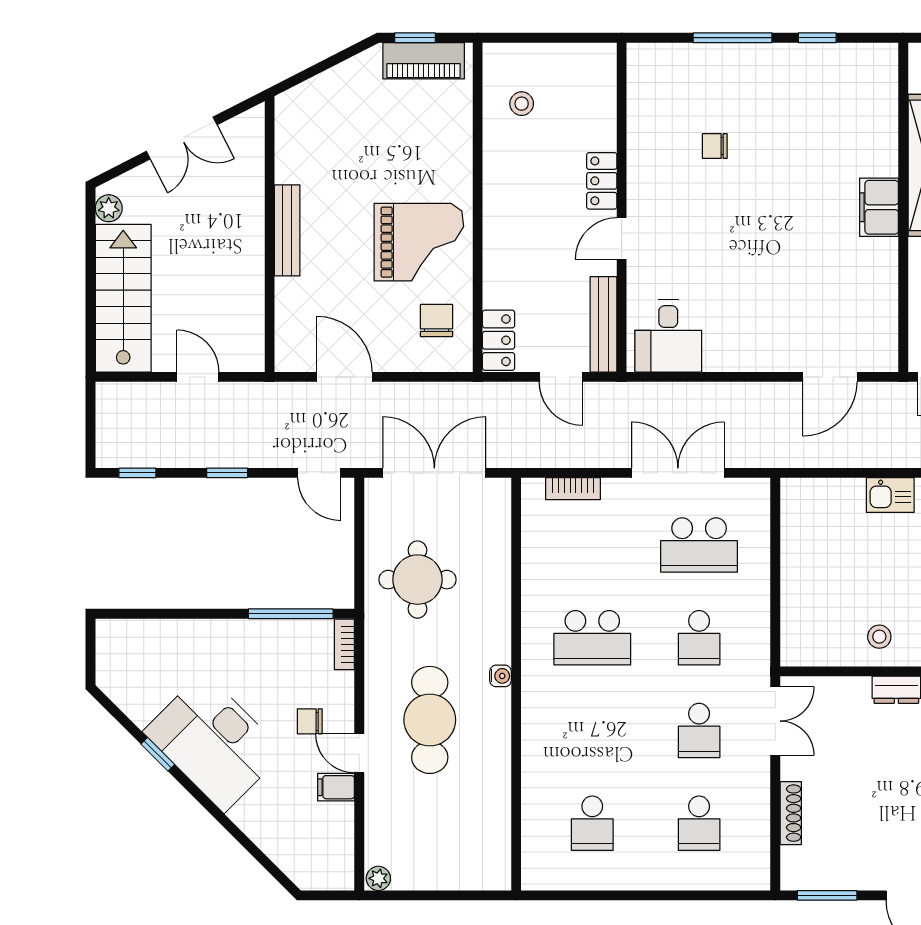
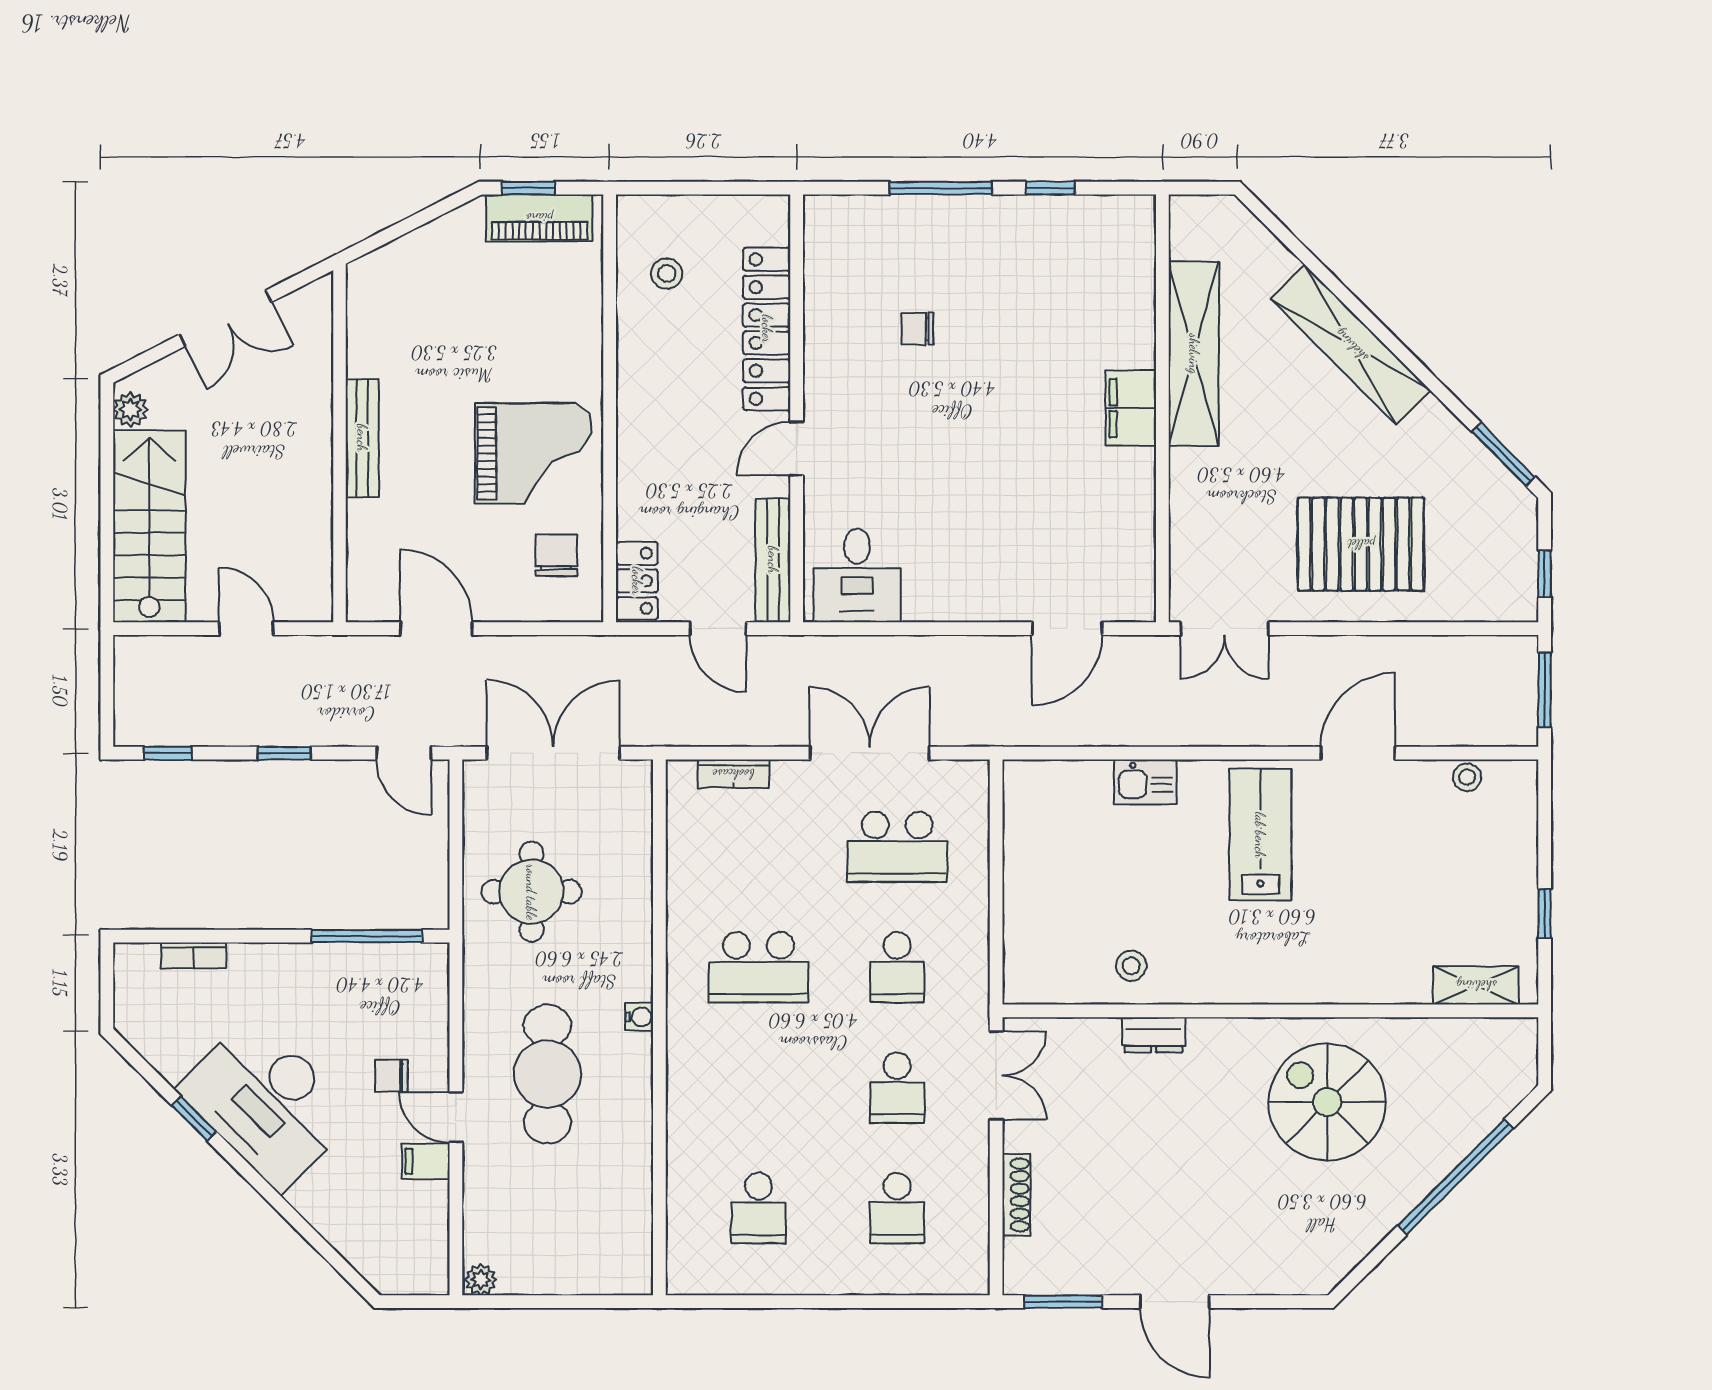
locker: (602, 181) -> (767, 329), width x2.16, depth x1.21
bookcase: (344, 644) -> (194, 955), moved, turned -90

